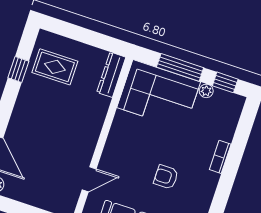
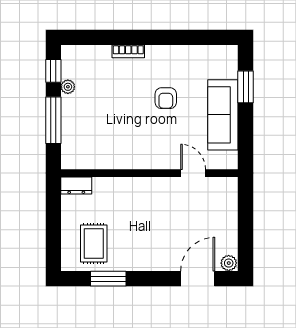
window: (18, 69) -> (108, 279), width x1.50
dresser: (111, 75) -> (76, 186), width x0.70
corner sofa: (159, 95) -> (87, 132), removed

